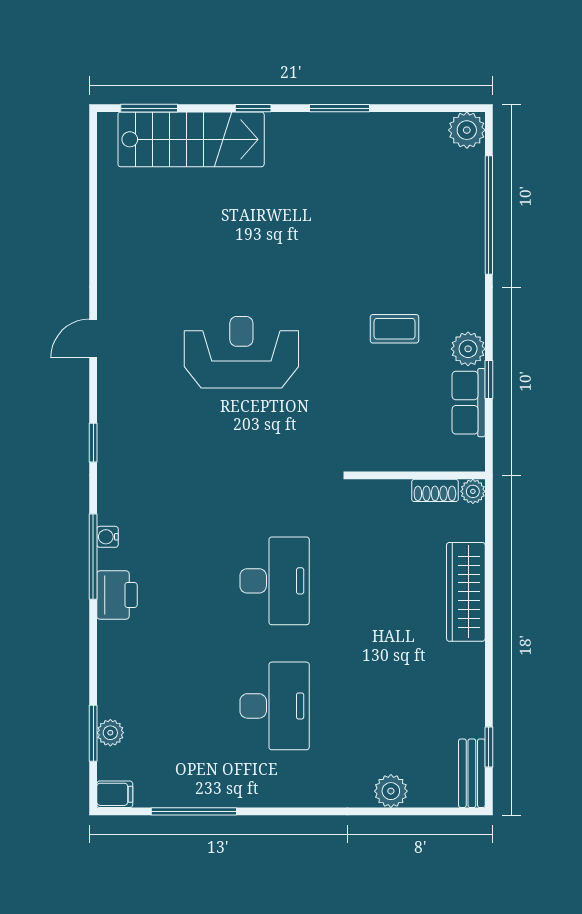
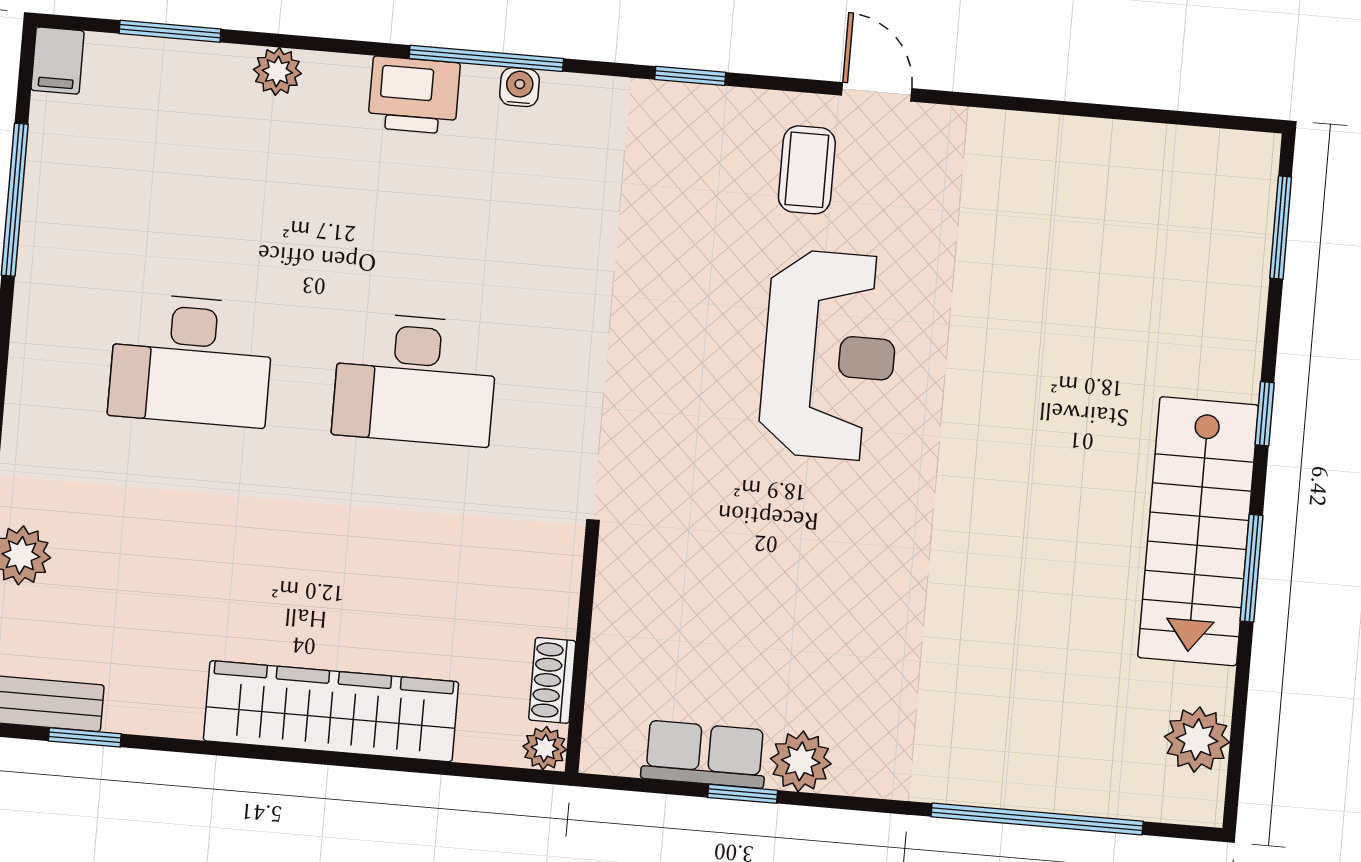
plant: (467, 130) -> (1197, 740), moved
stairs: (191, 139) -> (1198, 531), moved
coffee table: (394, 329) -> (807, 170), moved
wardrobe: (466, 592) -> (331, 711), width x1.40, depth x1.17
plant: (110, 733) -> (277, 71), moved

